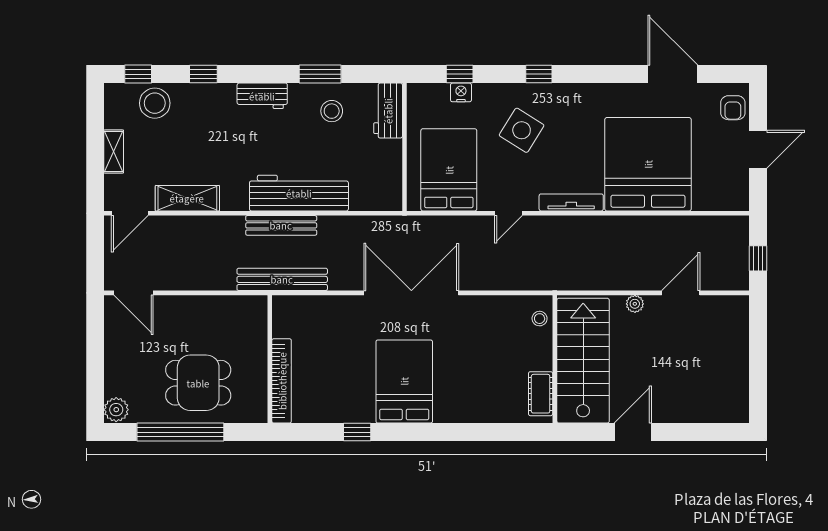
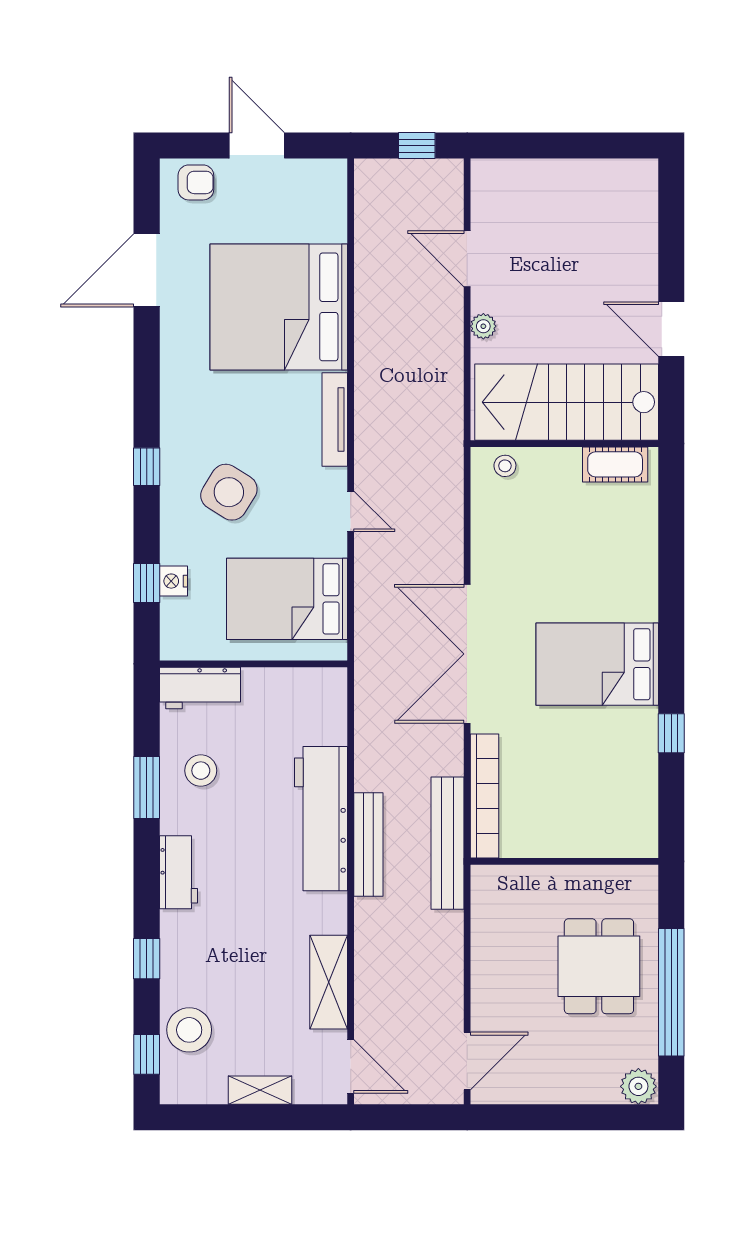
bookcase: (282, 381) -> (485, 796), moved, turned 90

